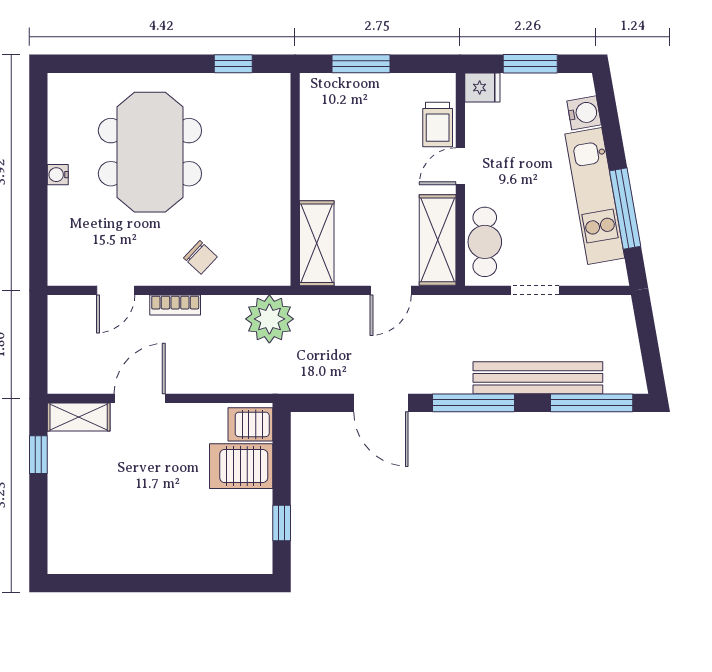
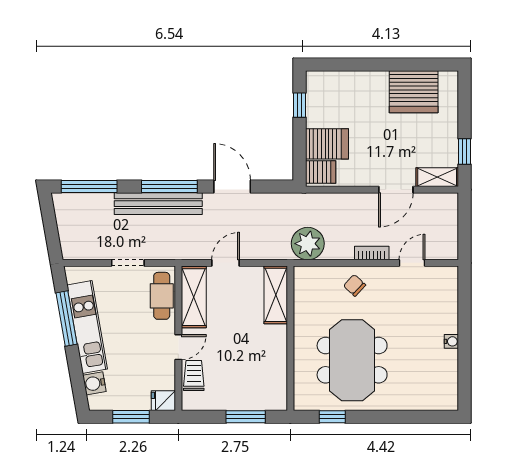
meeting table: (150, 152) -> (352, 360), moved
bench: (538, 378) -> (158, 204), moved
server rack: (113, 543) -> (414, 92), added

